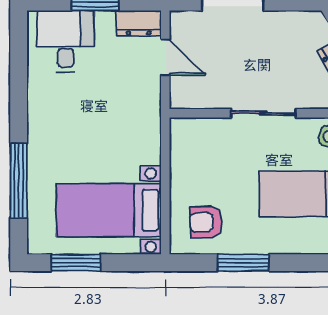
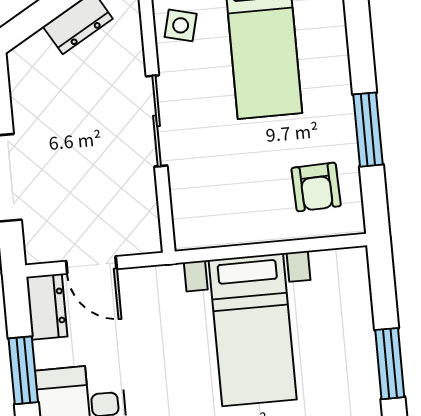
door: (165, 57) -> (91, 265), swing flipped
bed with nightstands: (109, 210) -> (253, 330), moved

